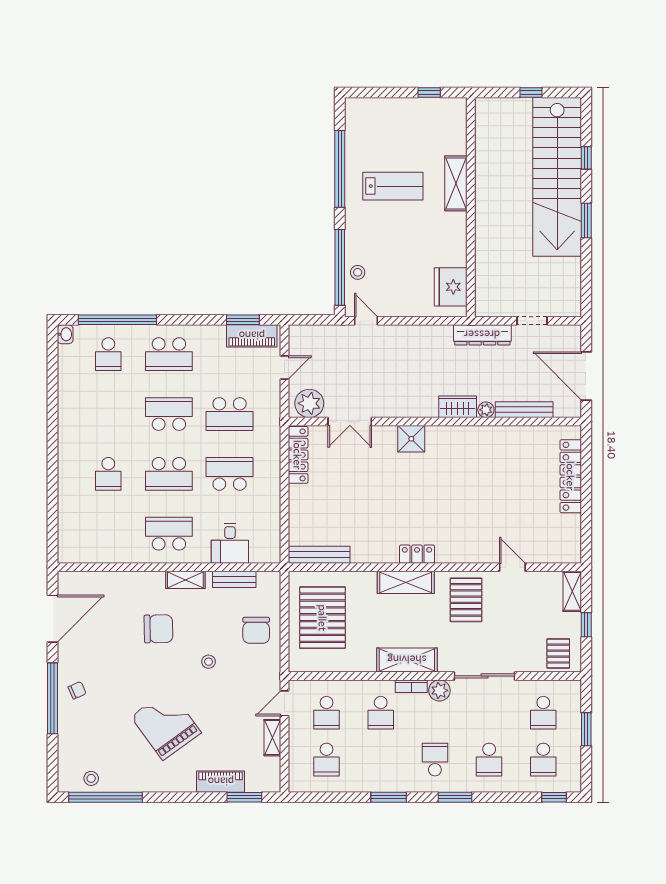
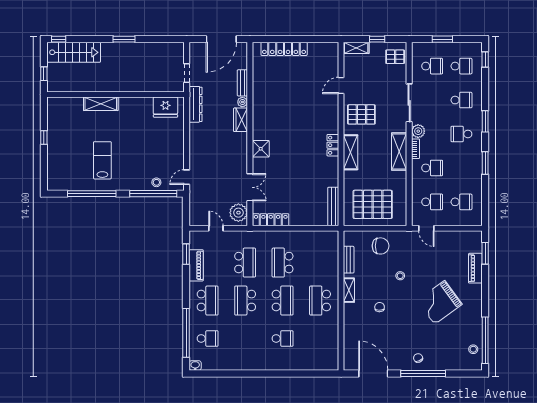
window: (586, 158) -> (59, 39), moved
stairs: (557, 177) -> (74, 52), width x0.54, depth x0.66
shelving: (456, 183) -> (101, 104), moved
wall: (471, 207) -> (116, 94), moved
fridge: (451, 287) -> (165, 107), moved
piano: (252, 336) -> (196, 265), moved
bench: (524, 410) -> (242, 83), width x0.73
desk: (230, 543) -> (326, 262), removed
chair: (158, 629) -> (380, 307), width x0.54, depth x0.54
shelving: (272, 738) -> (448, 236), removed

